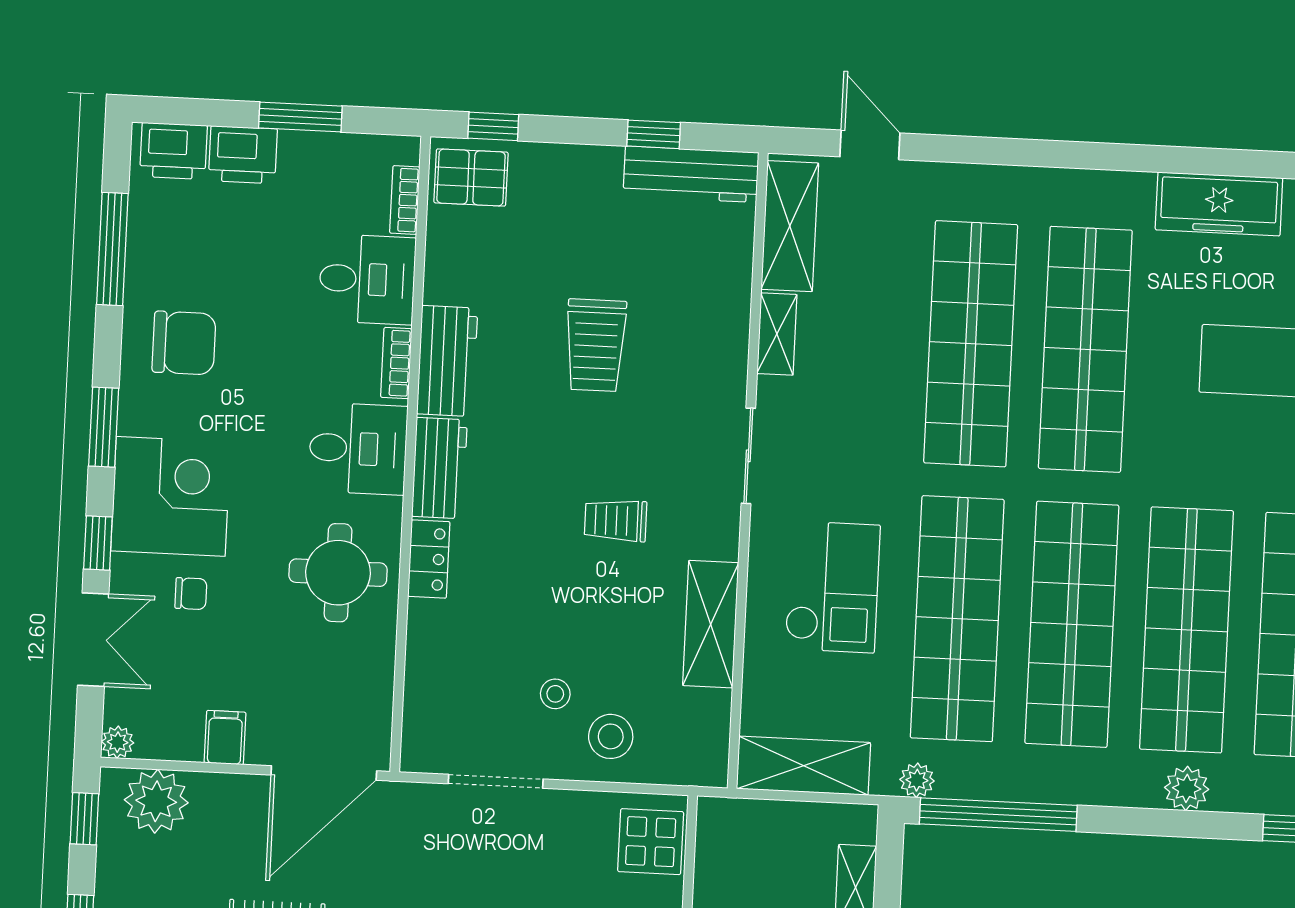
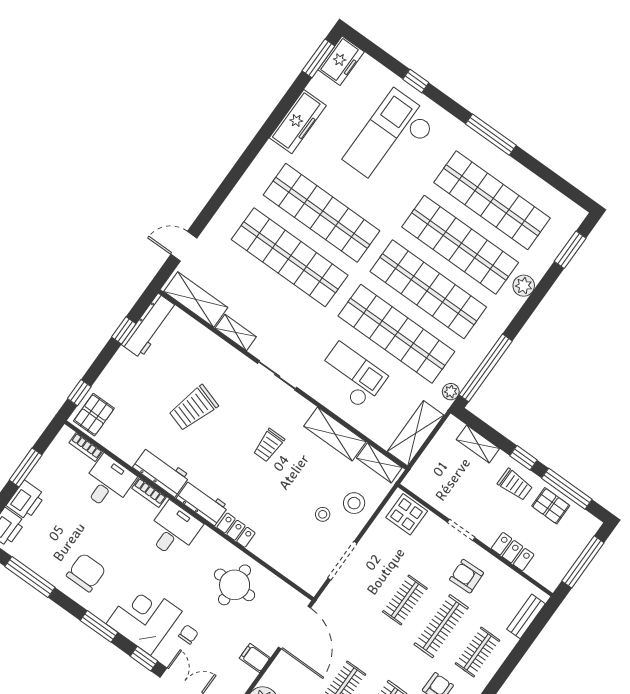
trolley: (596, 345) -> (193, 408), turned 107
round table: (338, 573) -> (235, 585), moved
shelving: (710, 735) -> (379, 463), added

